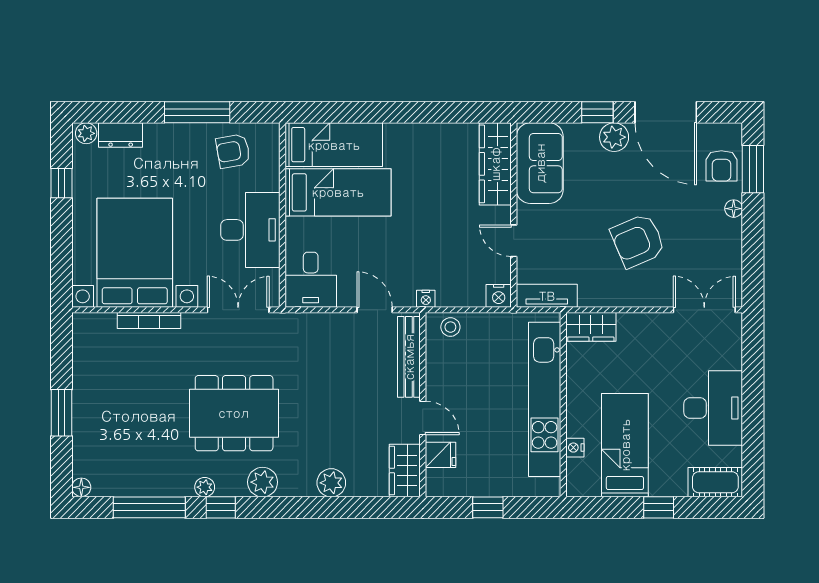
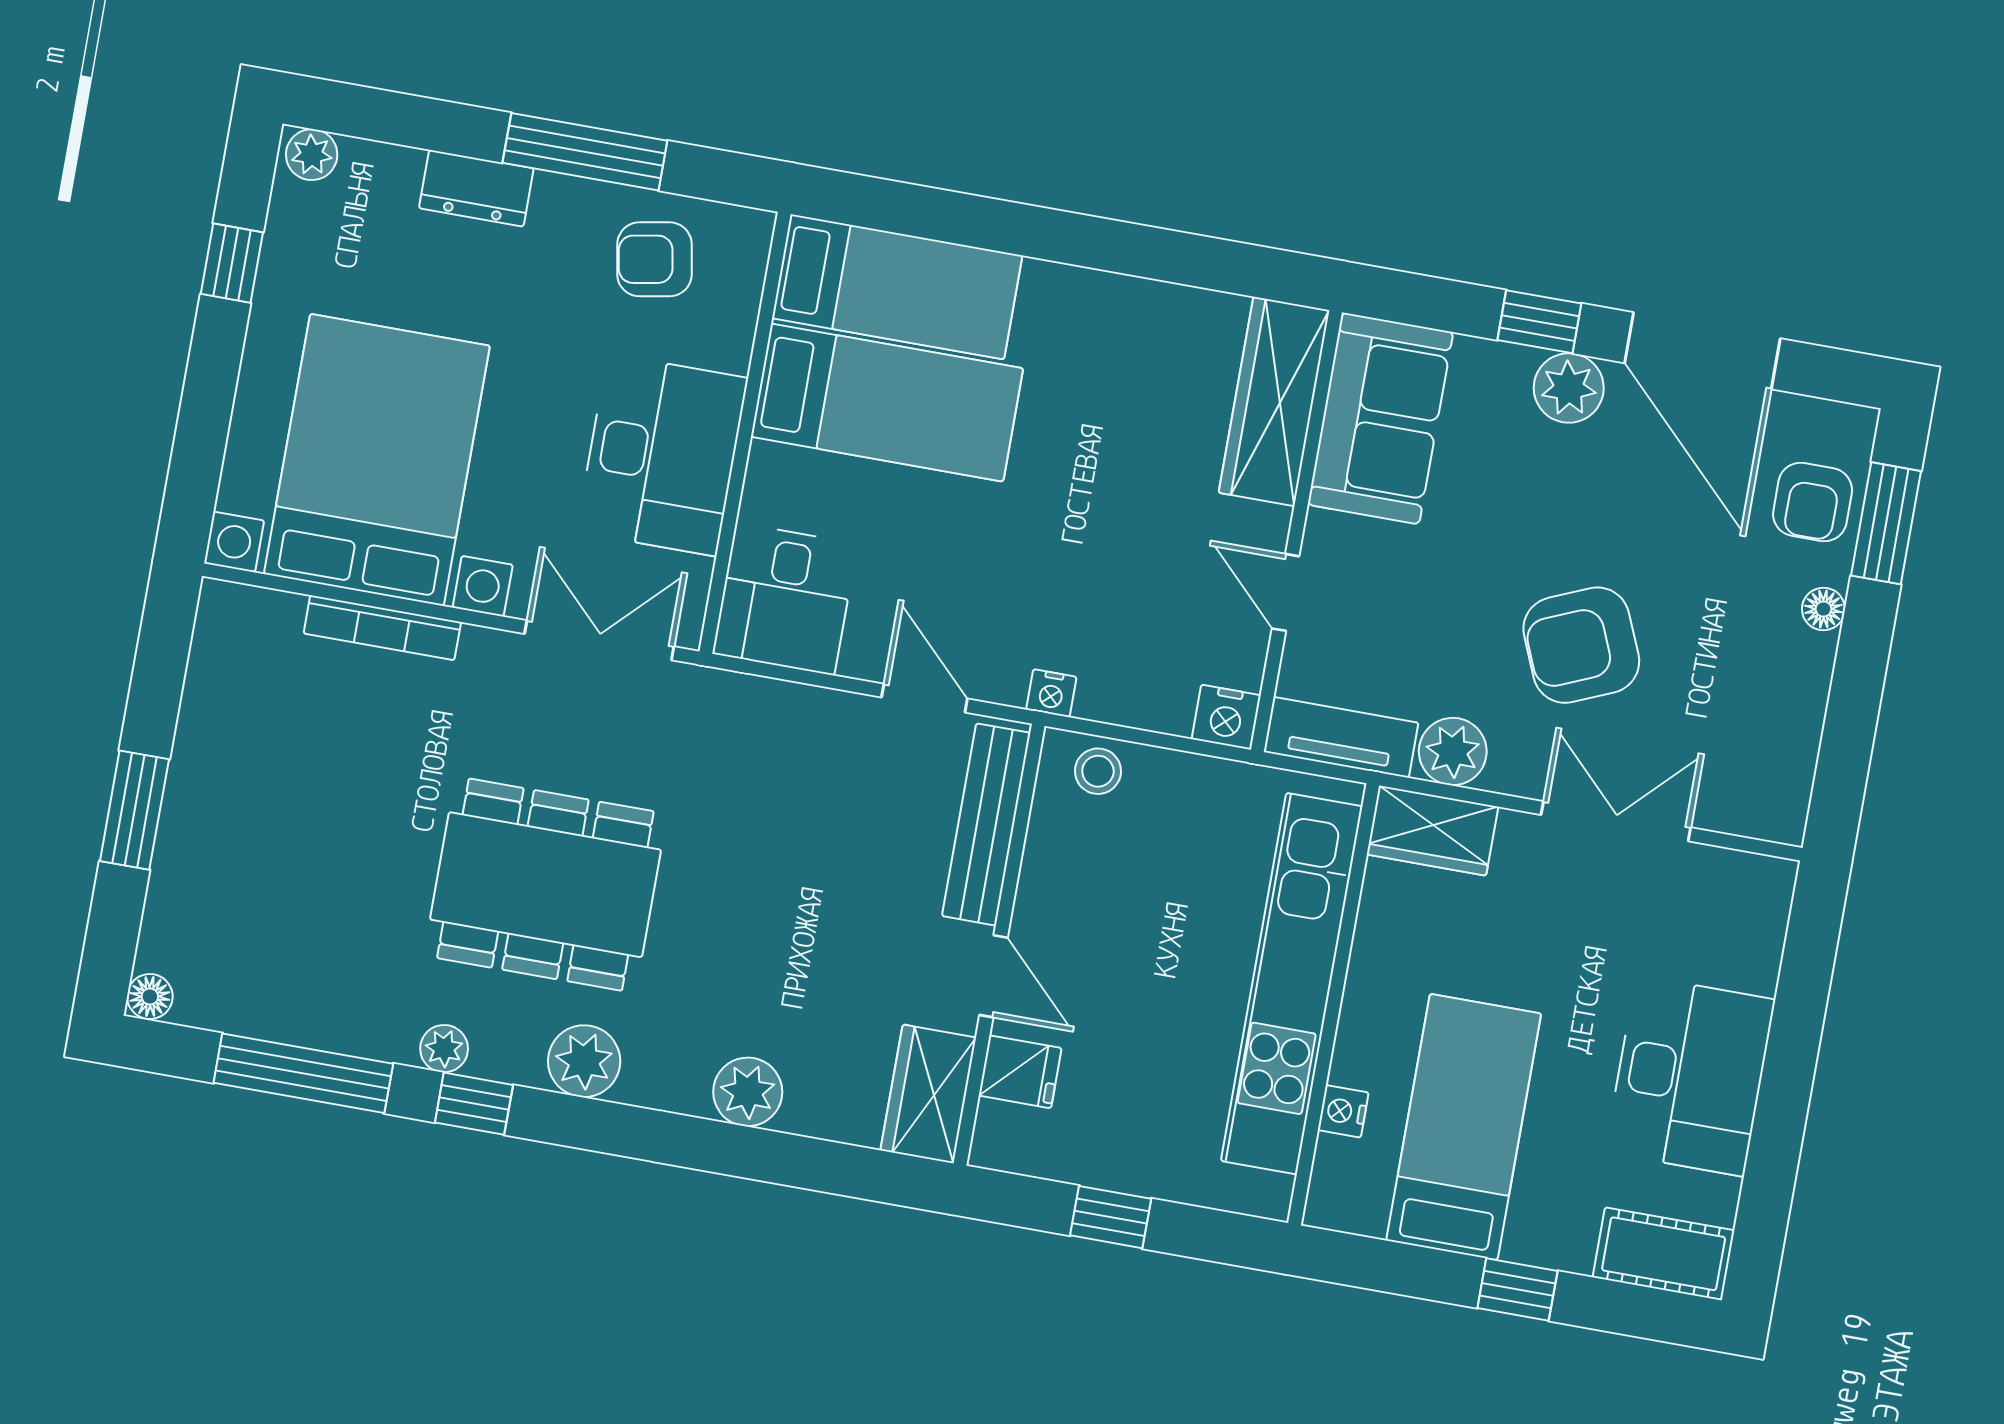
dresser: (121, 135) -> (476, 188), moved
plant: (593, 293) -> (1453, 751), added
double door: (704, 310) -> (1616, 821), moved

